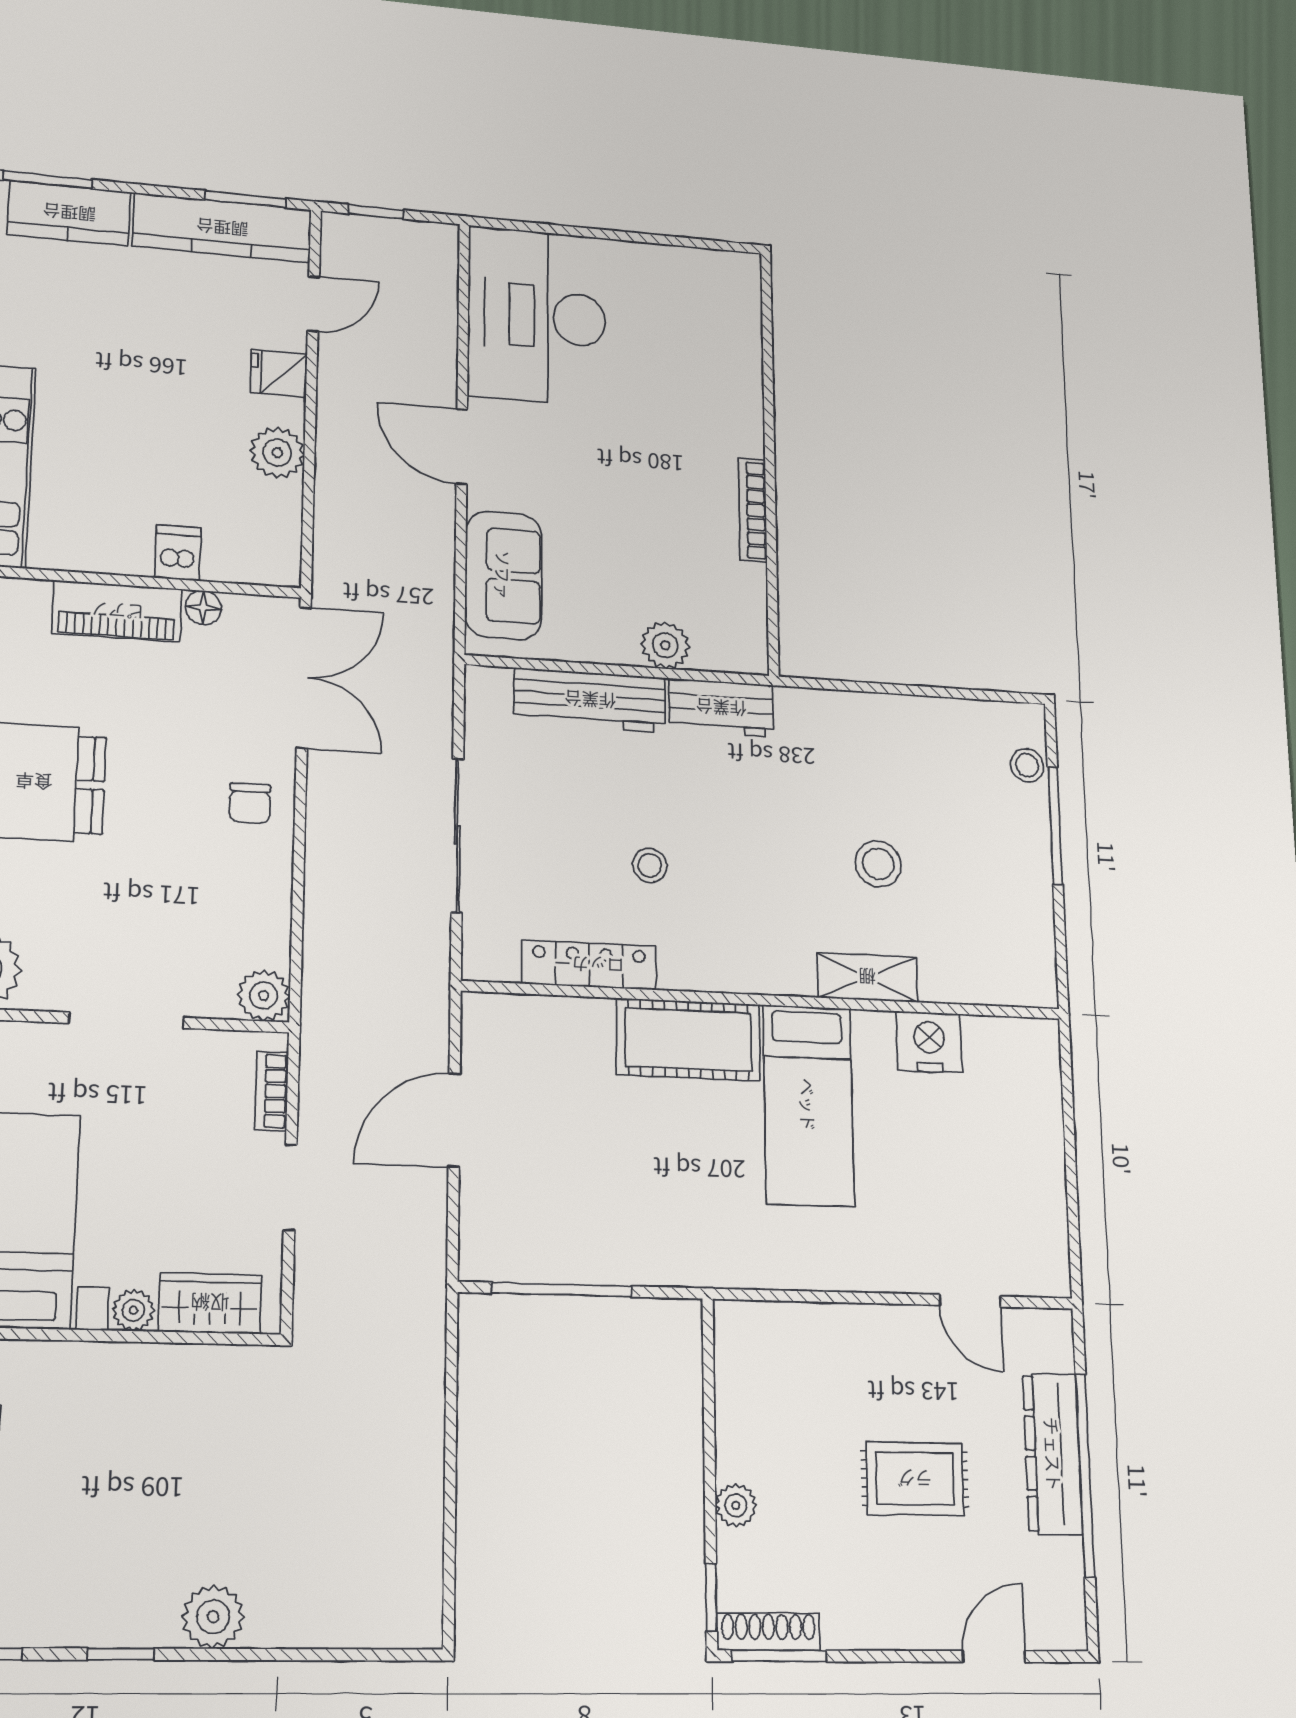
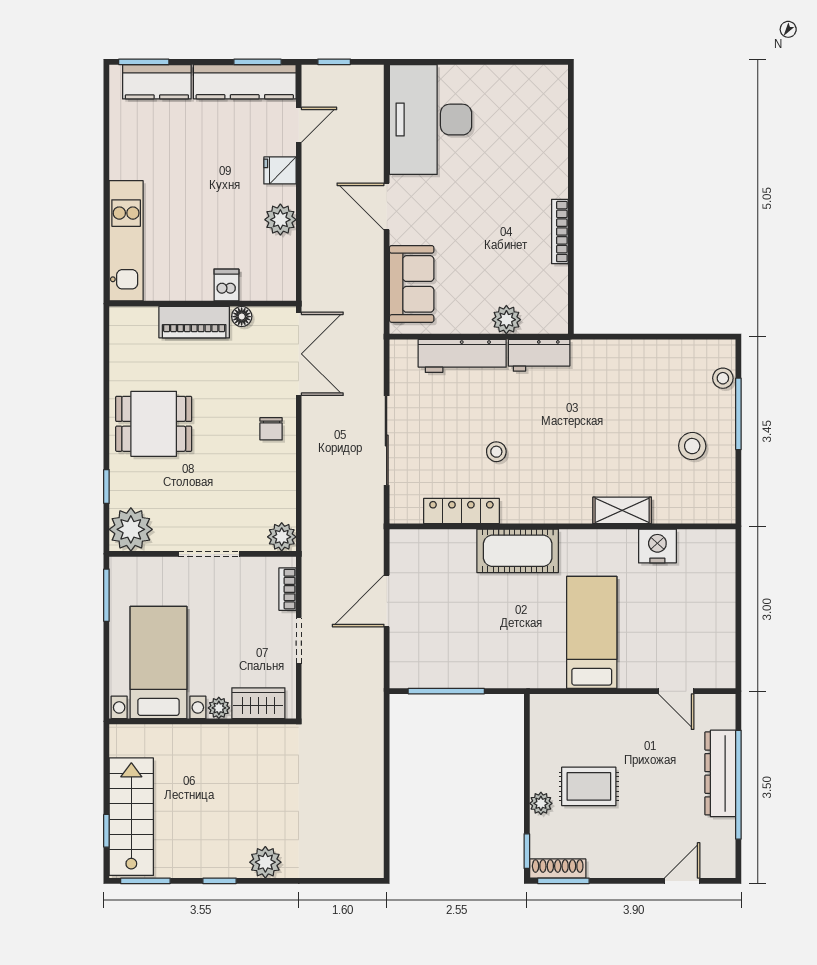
stool: (878, 864) -> (692, 446), moved
bed: (808, 1105) -> (592, 632), moved, turned 180
rug: (915, 1479) -> (589, 786), moved

